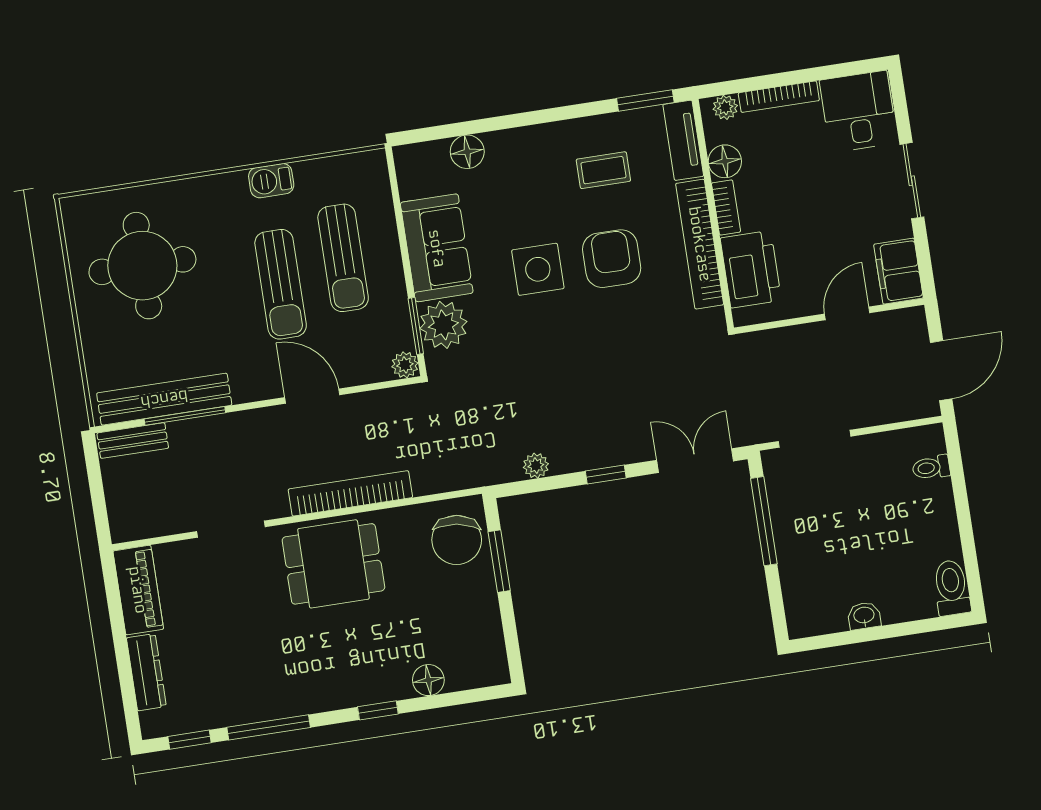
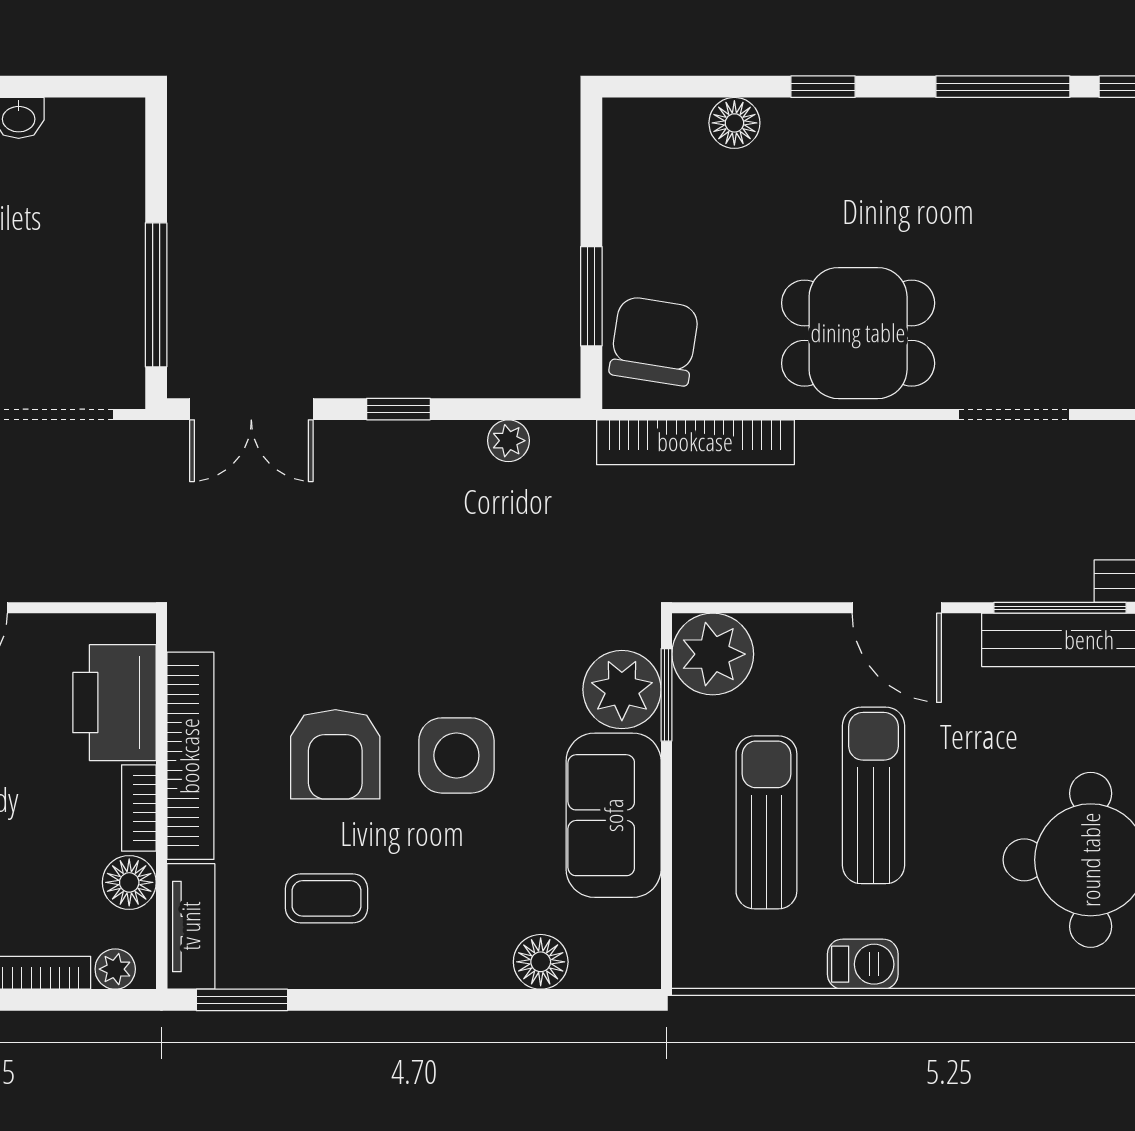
plant: (405, 365) -> (713, 654), width x1.88, depth x1.88
door: (312, 396) -> (897, 608), moved
bookcase: (350, 493) -> (695, 442), moved

